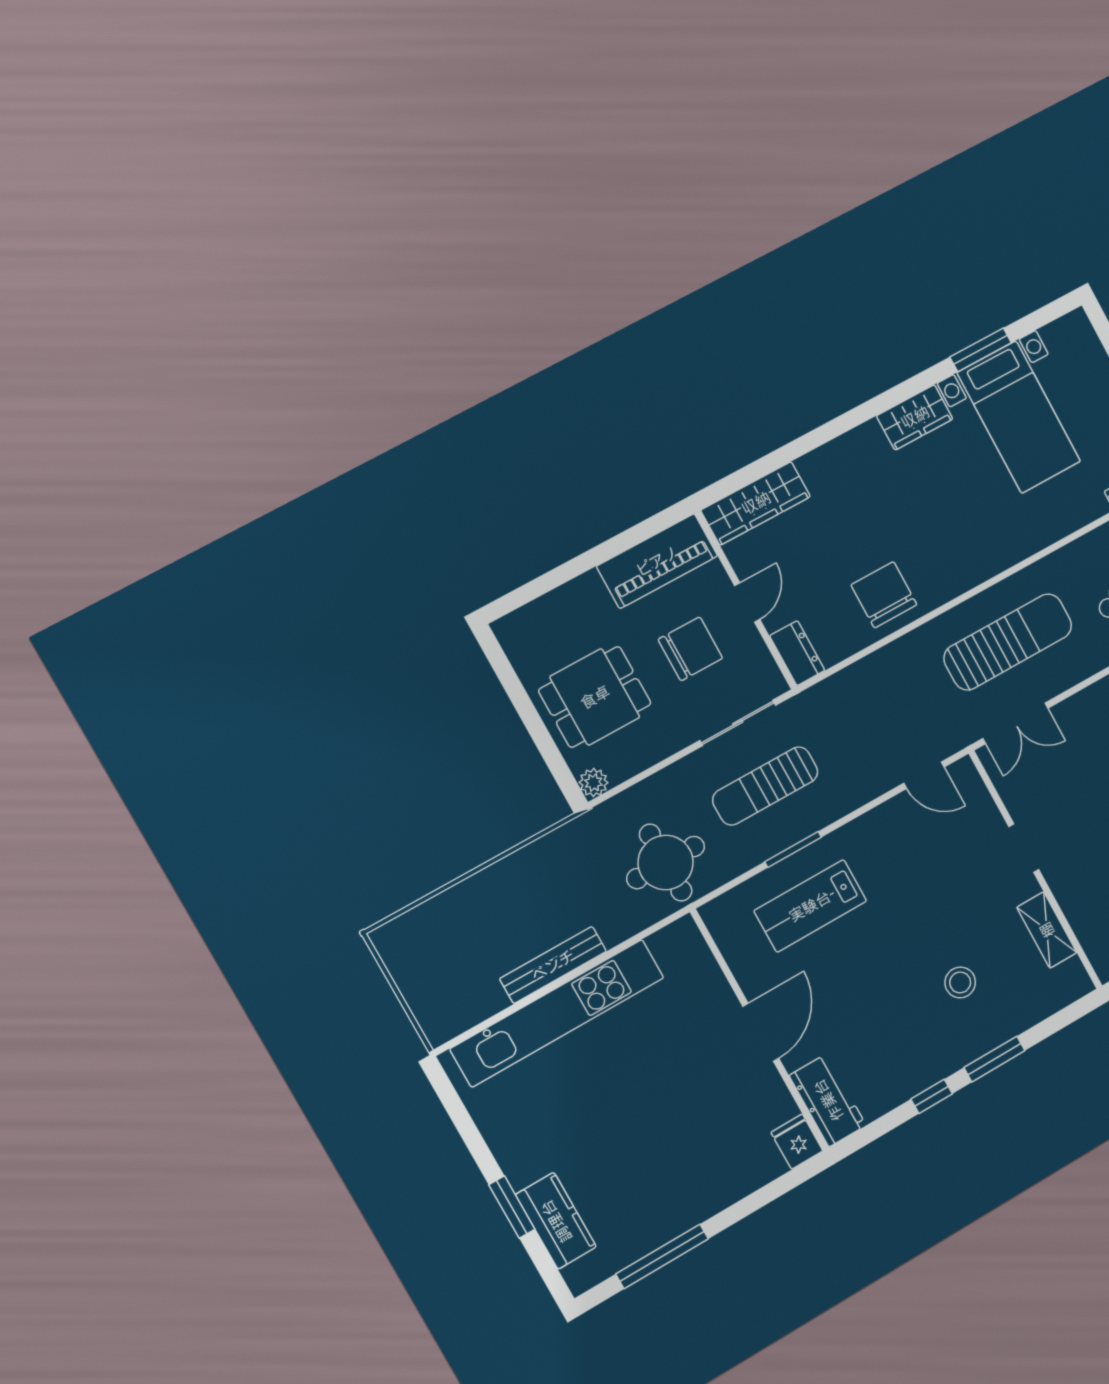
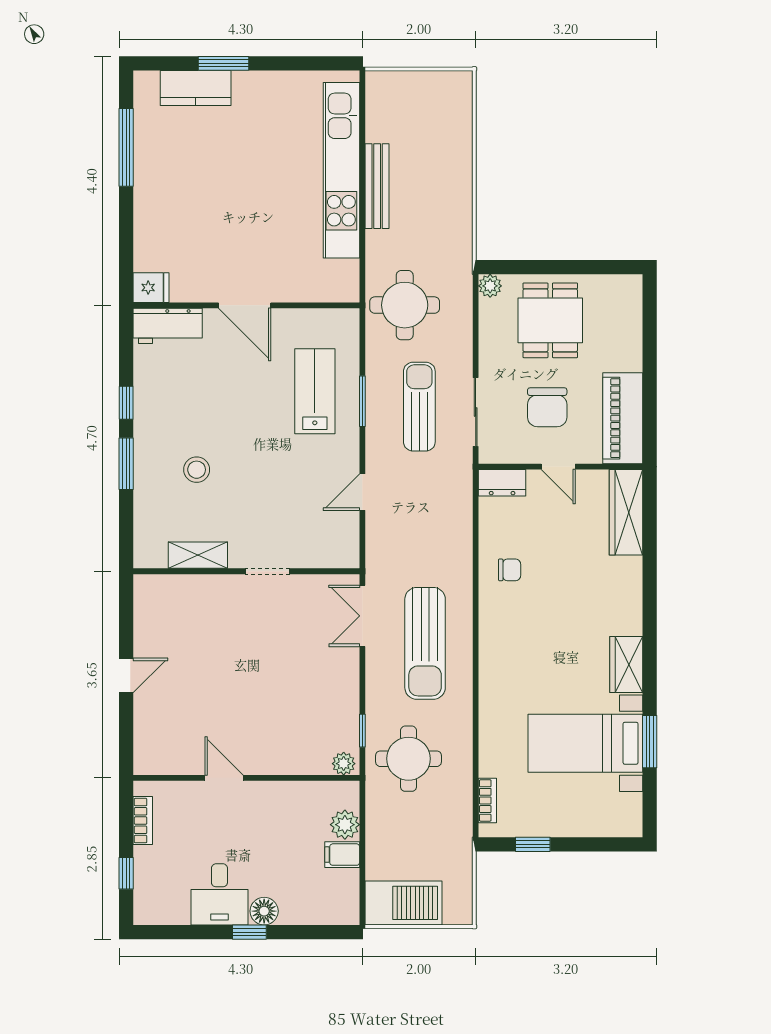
chair: (884, 595) -> (510, 570), width x0.54, depth x0.54
door: (924, 775) -> (362, 492), moved

